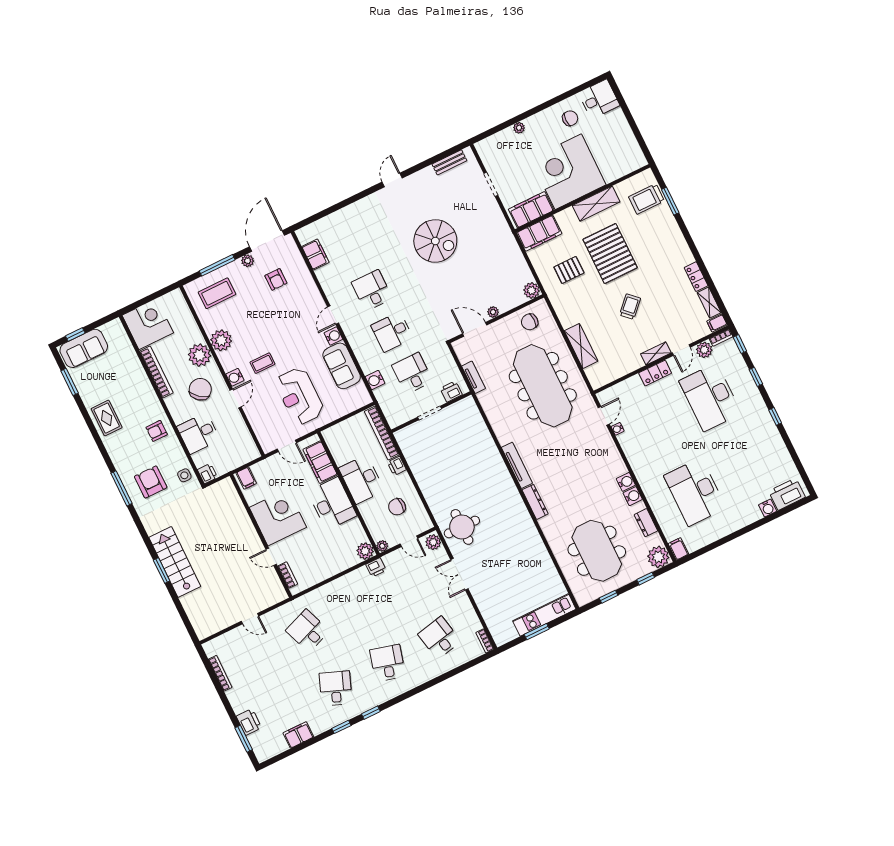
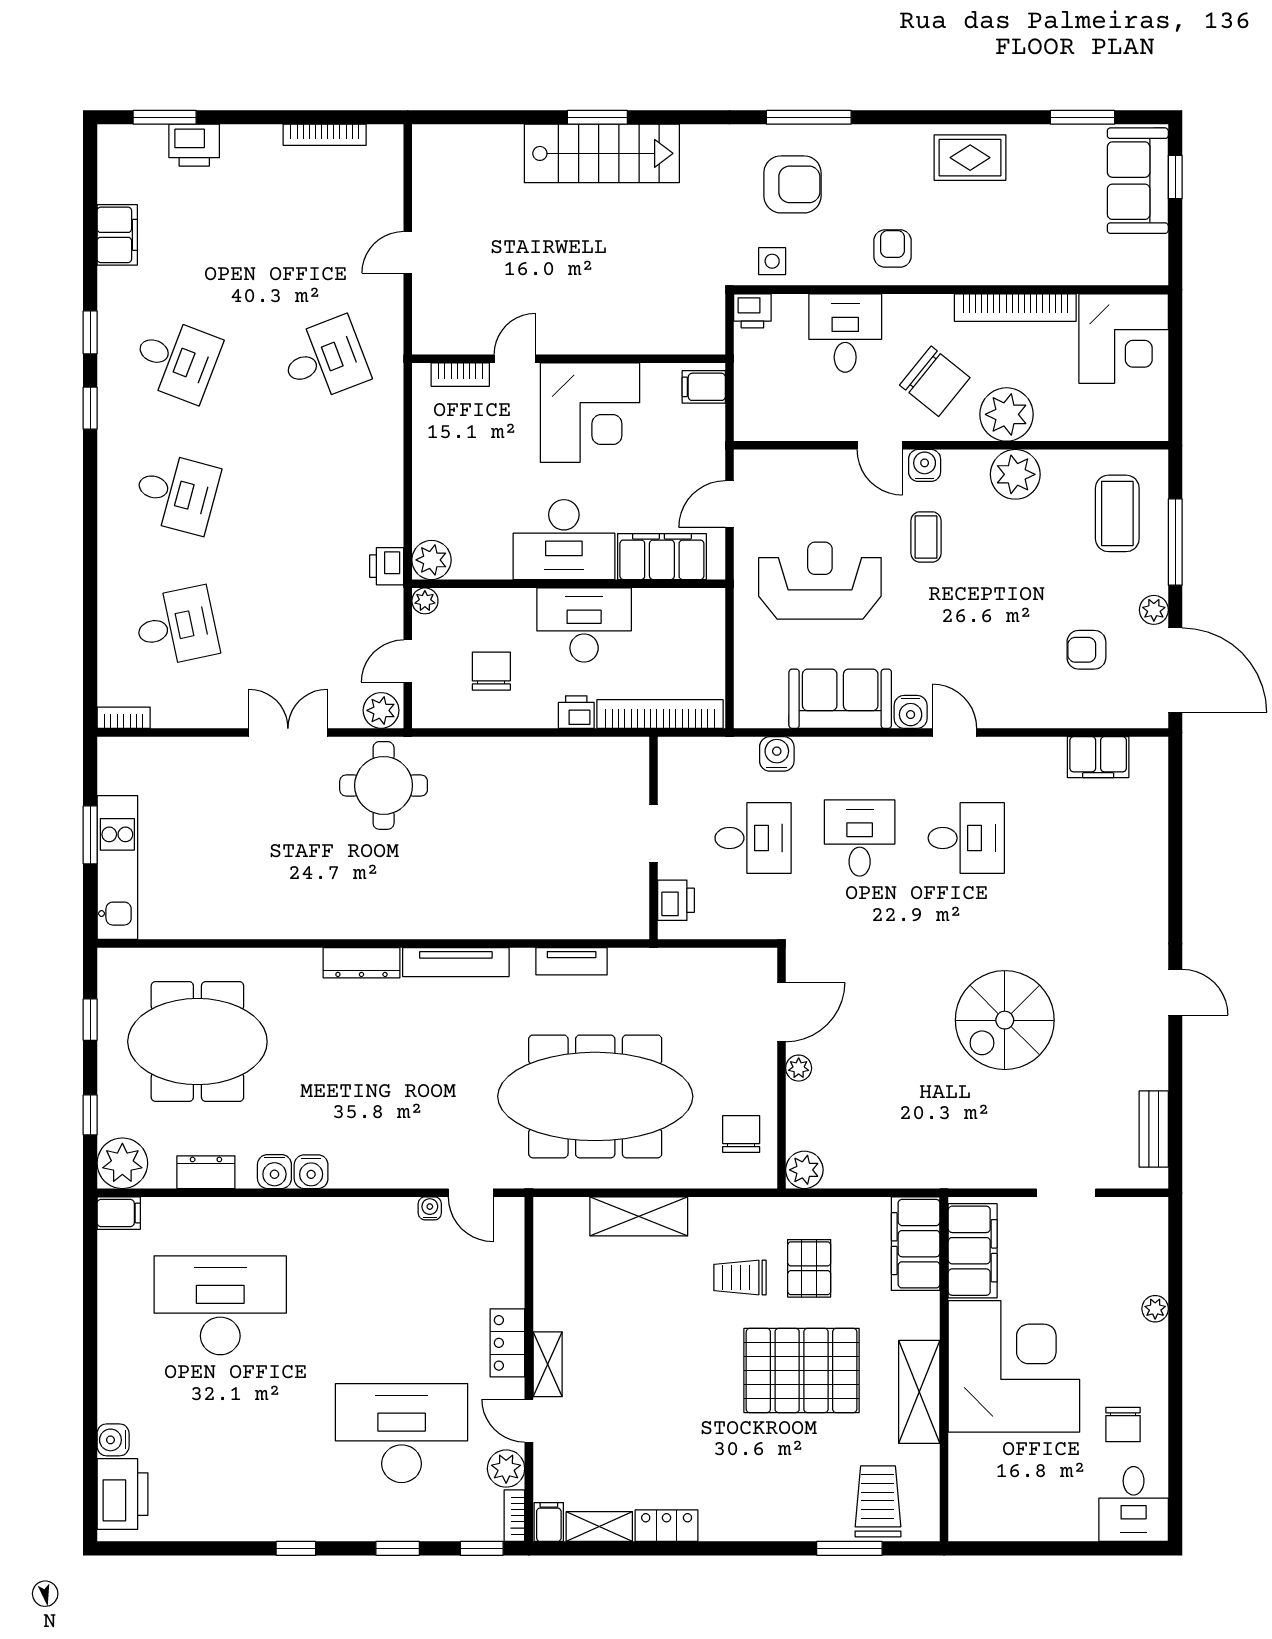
trolley: (630, 307) -> (740, 1277), moved, turned 136
tv unit: (474, 377) -> (572, 961), moved

